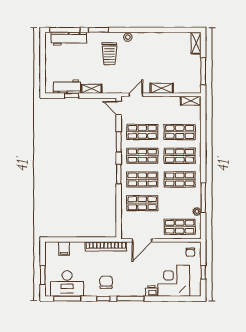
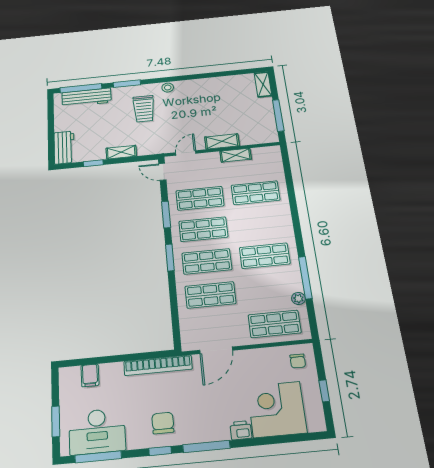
workbench: (67, 87) -> (64, 147), moved, turned 90
shelving: (191, 101) -> (236, 155), moved
shop shelf: (180, 156) -> (260, 224), removed

